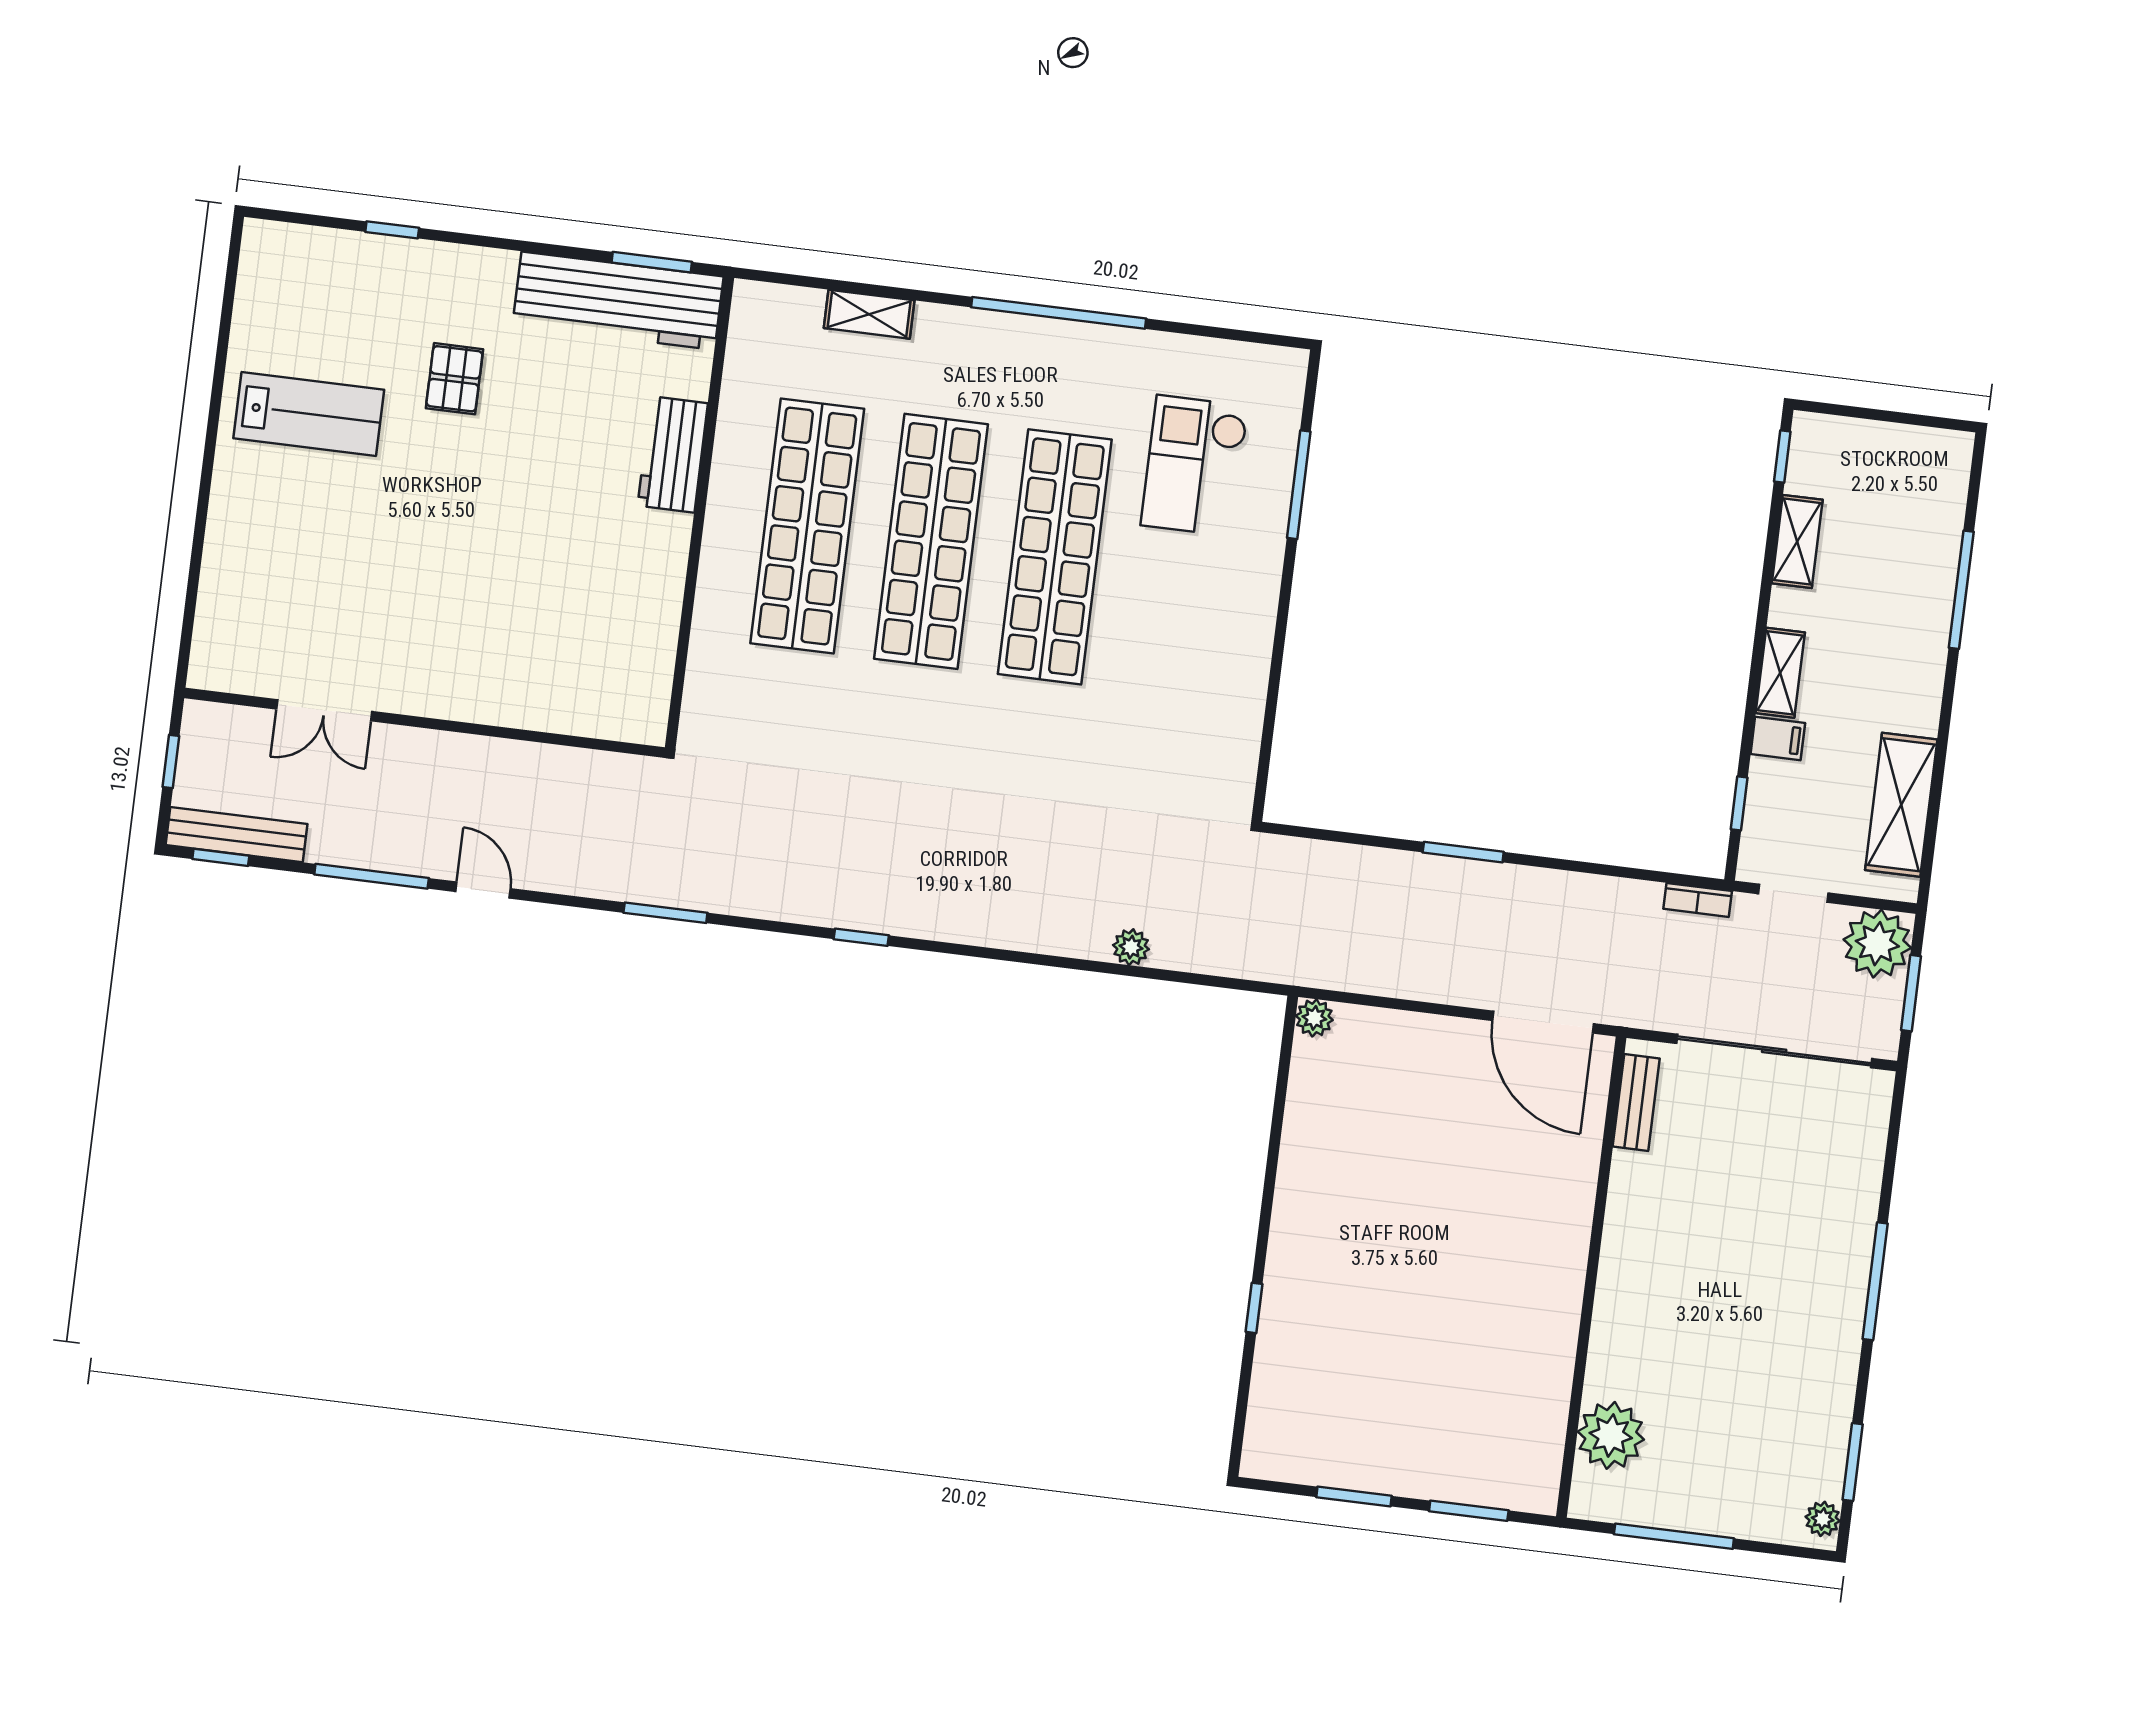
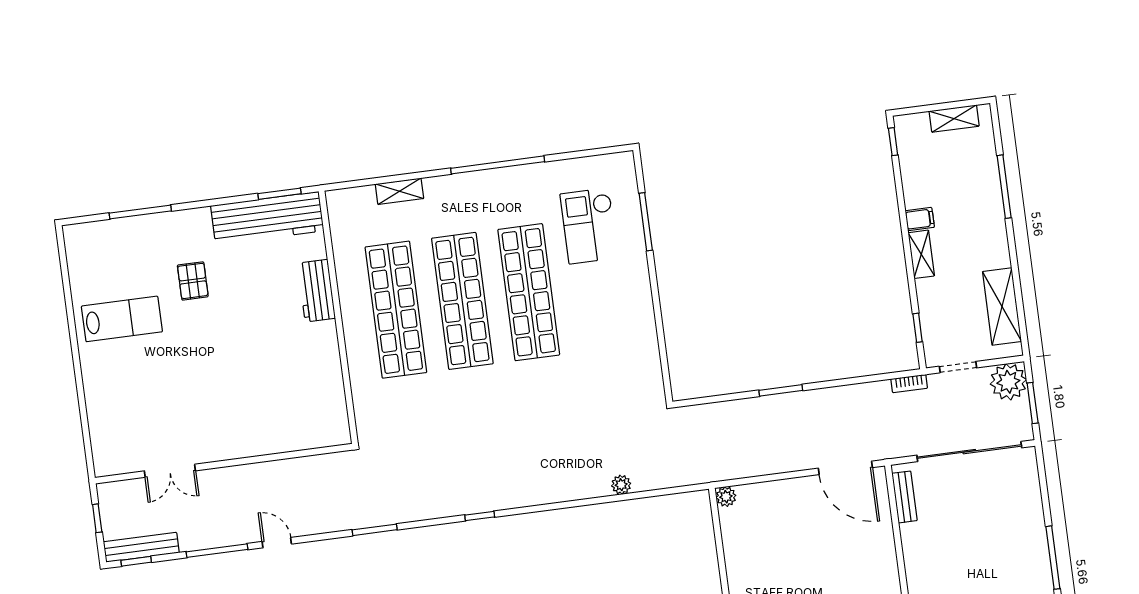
window: (392, 230) -> (140, 212), width x2.17
shelving: (1797, 542) -> (954, 119), moved, turned 90
filing cabinet: (1778, 738) -> (920, 219), moved

